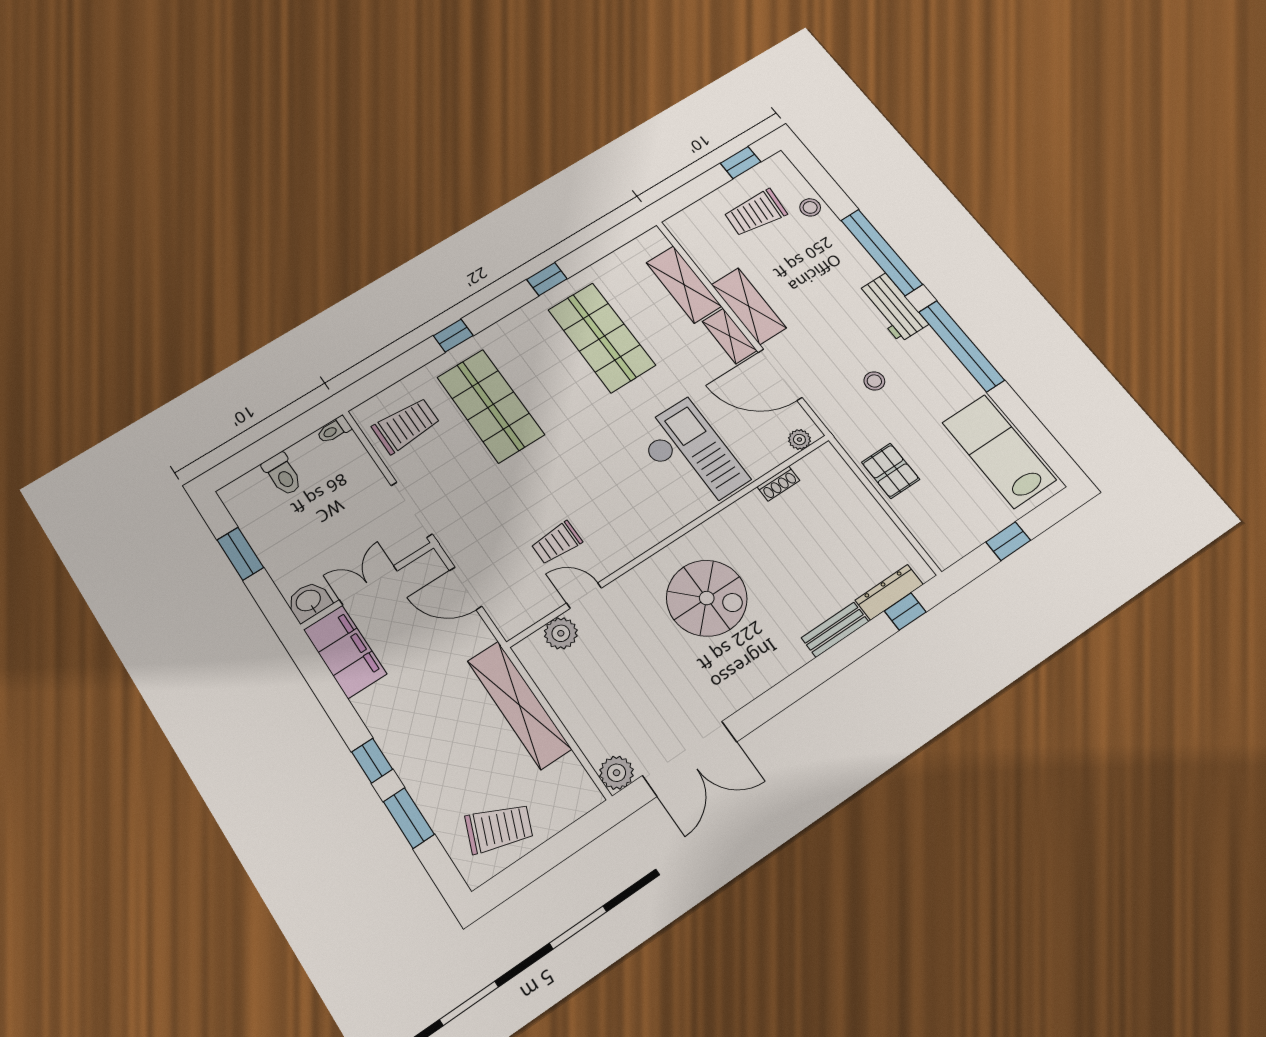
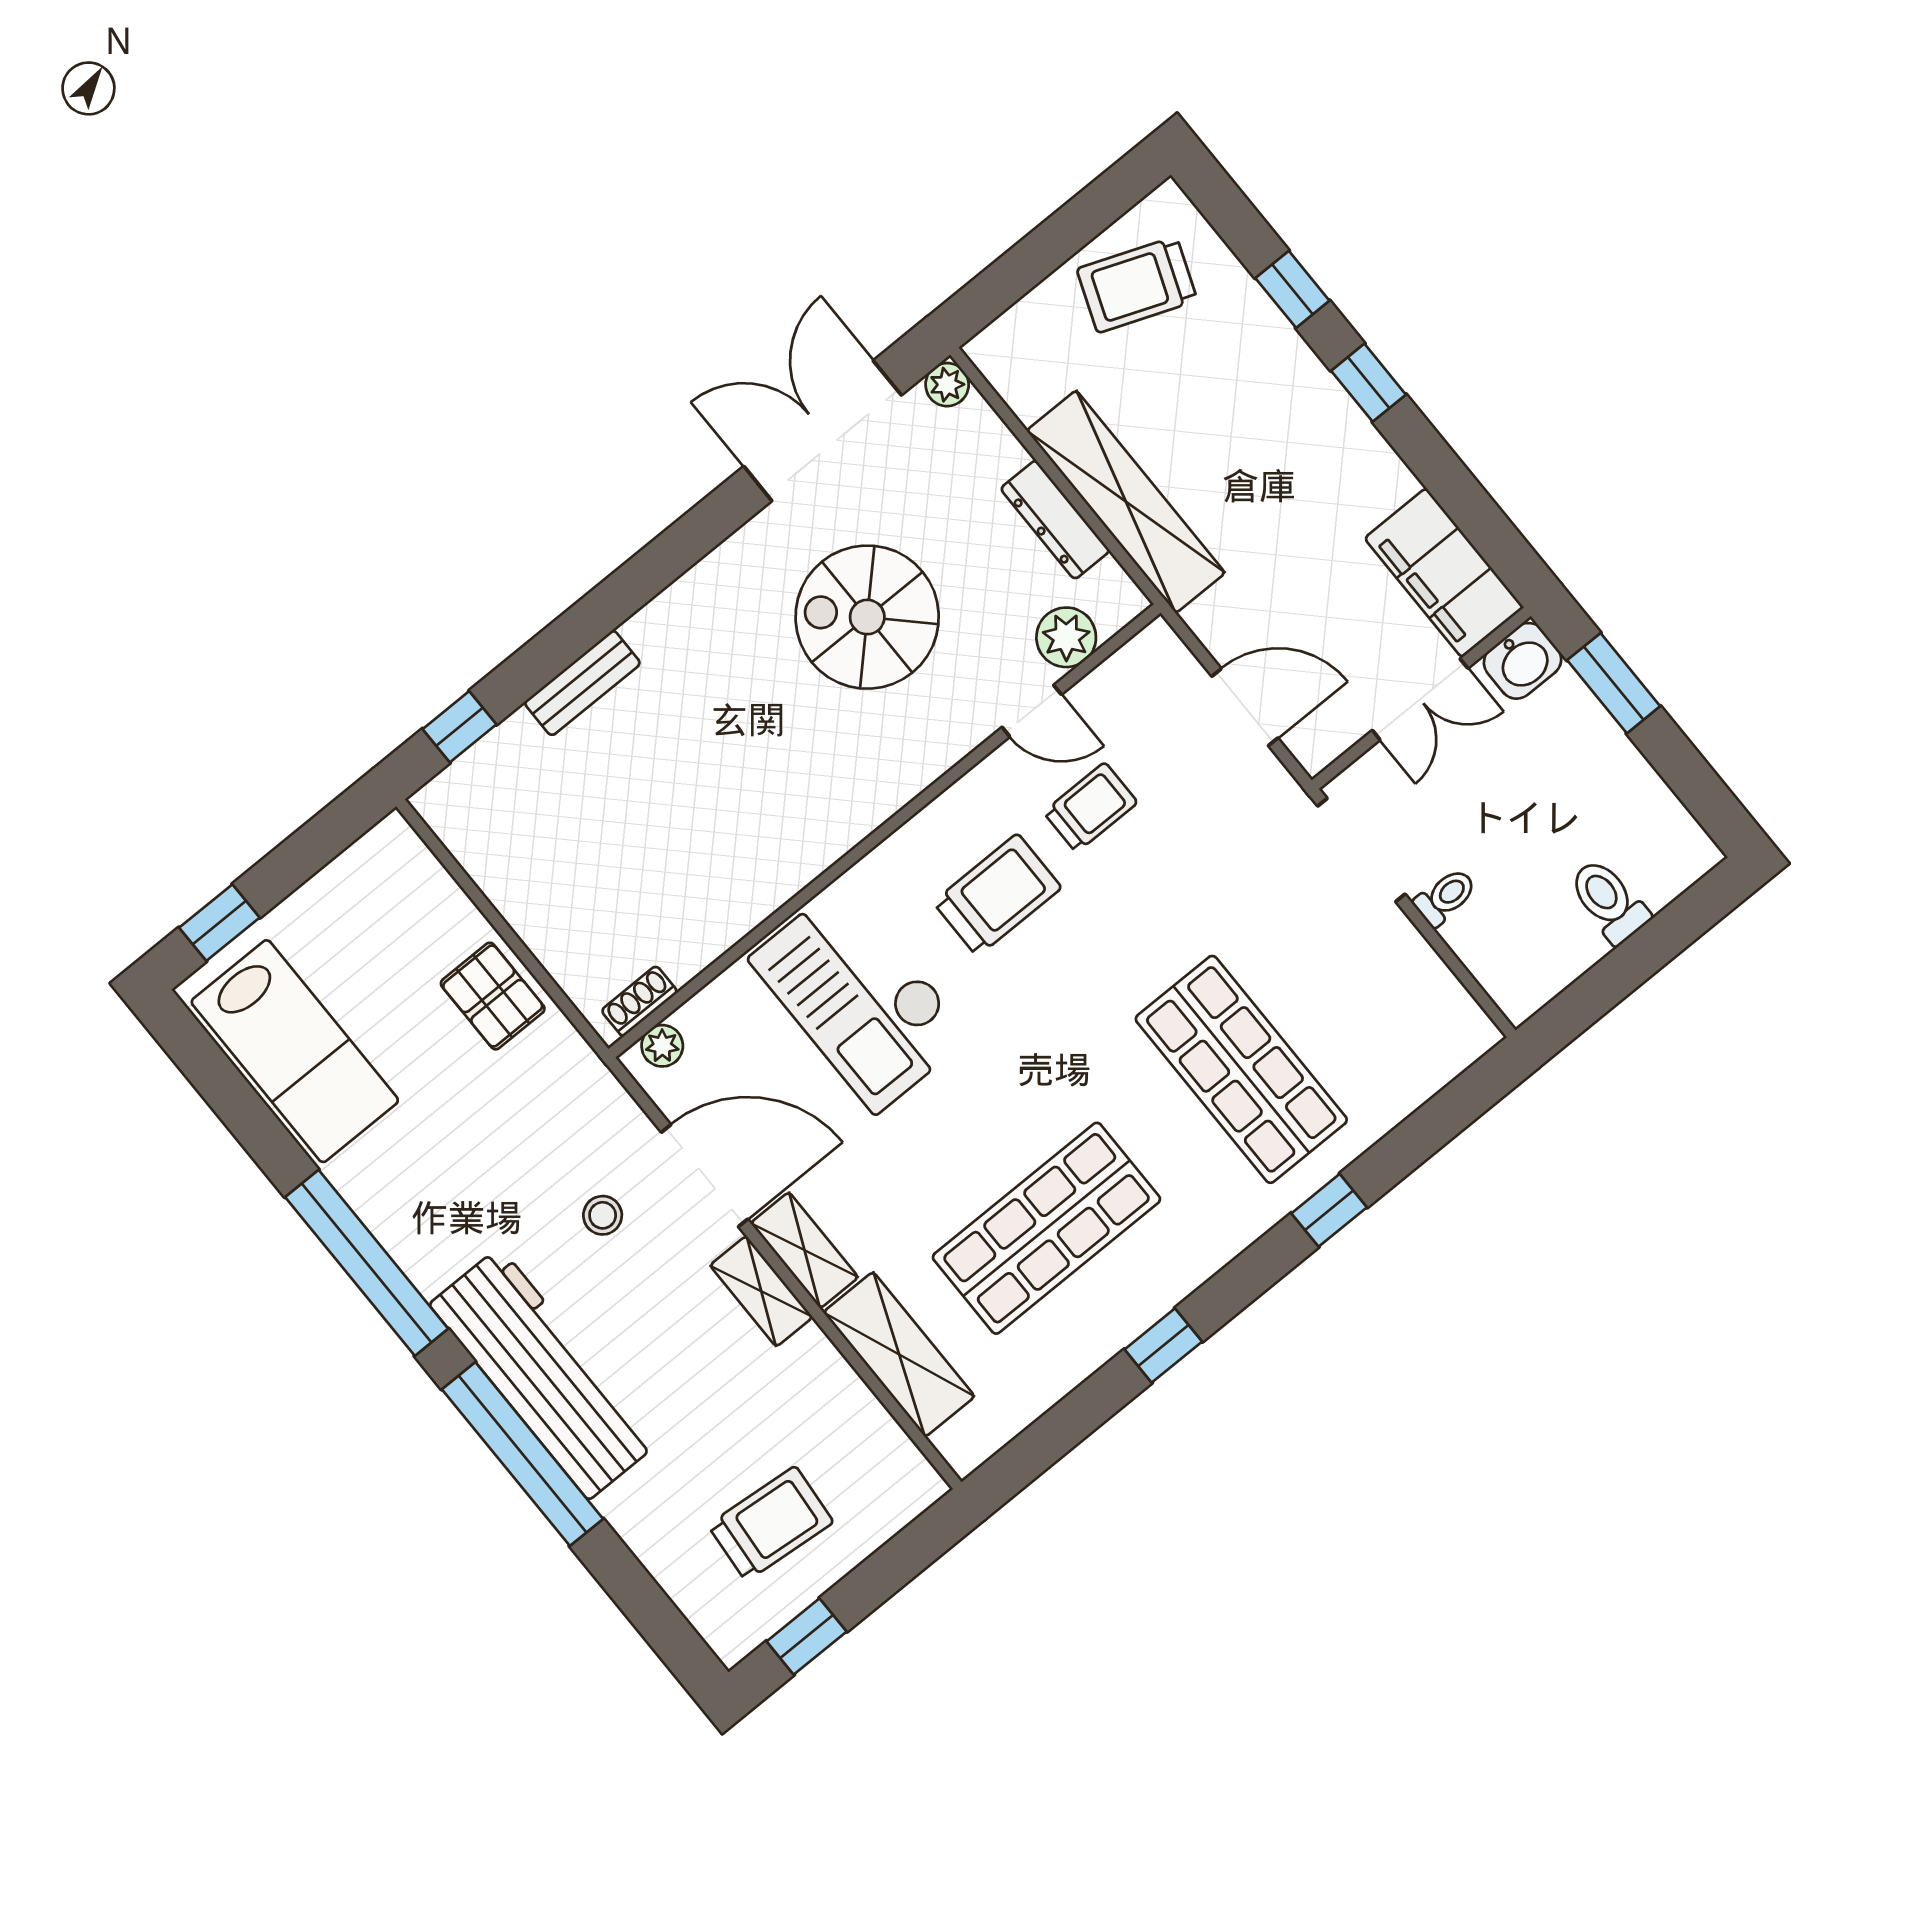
stool: (810, 207) -> (665, 1544), removed
shelving: (749, 306) -> (761, 1291), width x0.67, depth x0.75
workbench: (893, 308) -> (544, 1373), width x1.88, depth x1.32
shop shelf: (602, 337) -> (1047, 1228), turned 90
stool: (874, 381) -> (603, 1215), moved
trolley: (406, 425) -> (997, 895), moved, turned 180
toilet: (334, 430) -> (1445, 897), moved
shoe rack: (778, 484) -> (639, 1001), moved
window: (1008, 541) -> (219, 923), moved
window: (240, 554) -> (1614, 683), moved
dresser: (889, 592) -> (1055, 520), moved, turned 90
spiral stairs: (707, 598) -> (867, 617), moved
plant: (617, 773) -> (947, 385), width x0.73, depth x0.73
window: (409, 818) -> (1292, 289), width x0.67

